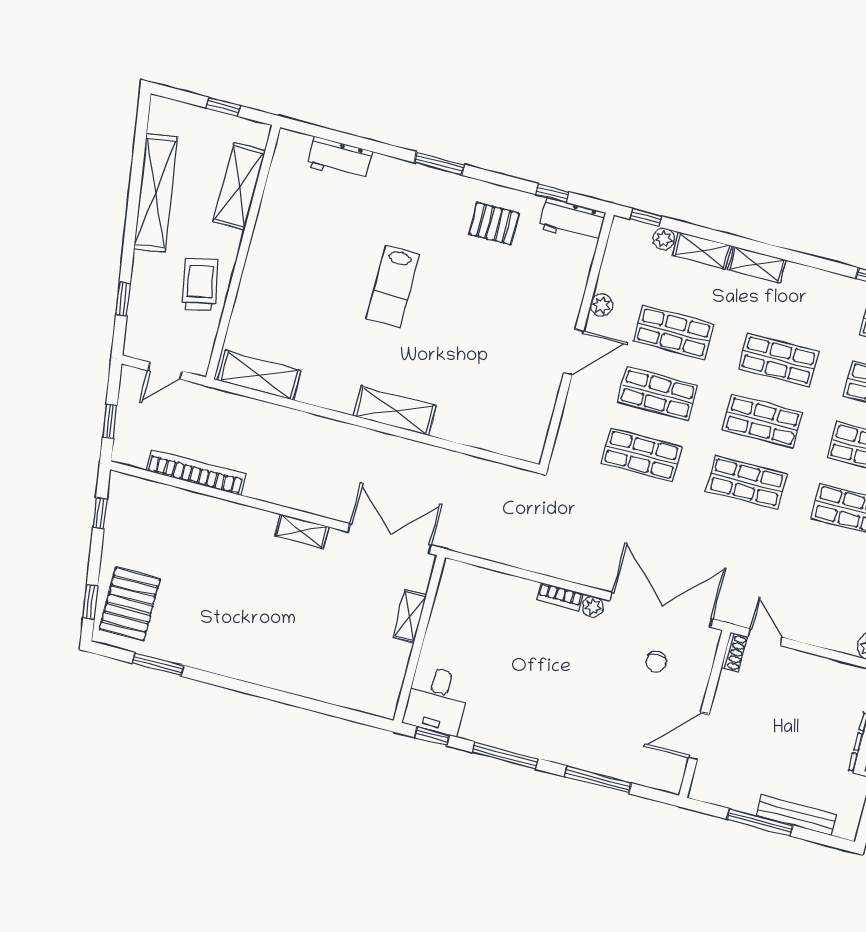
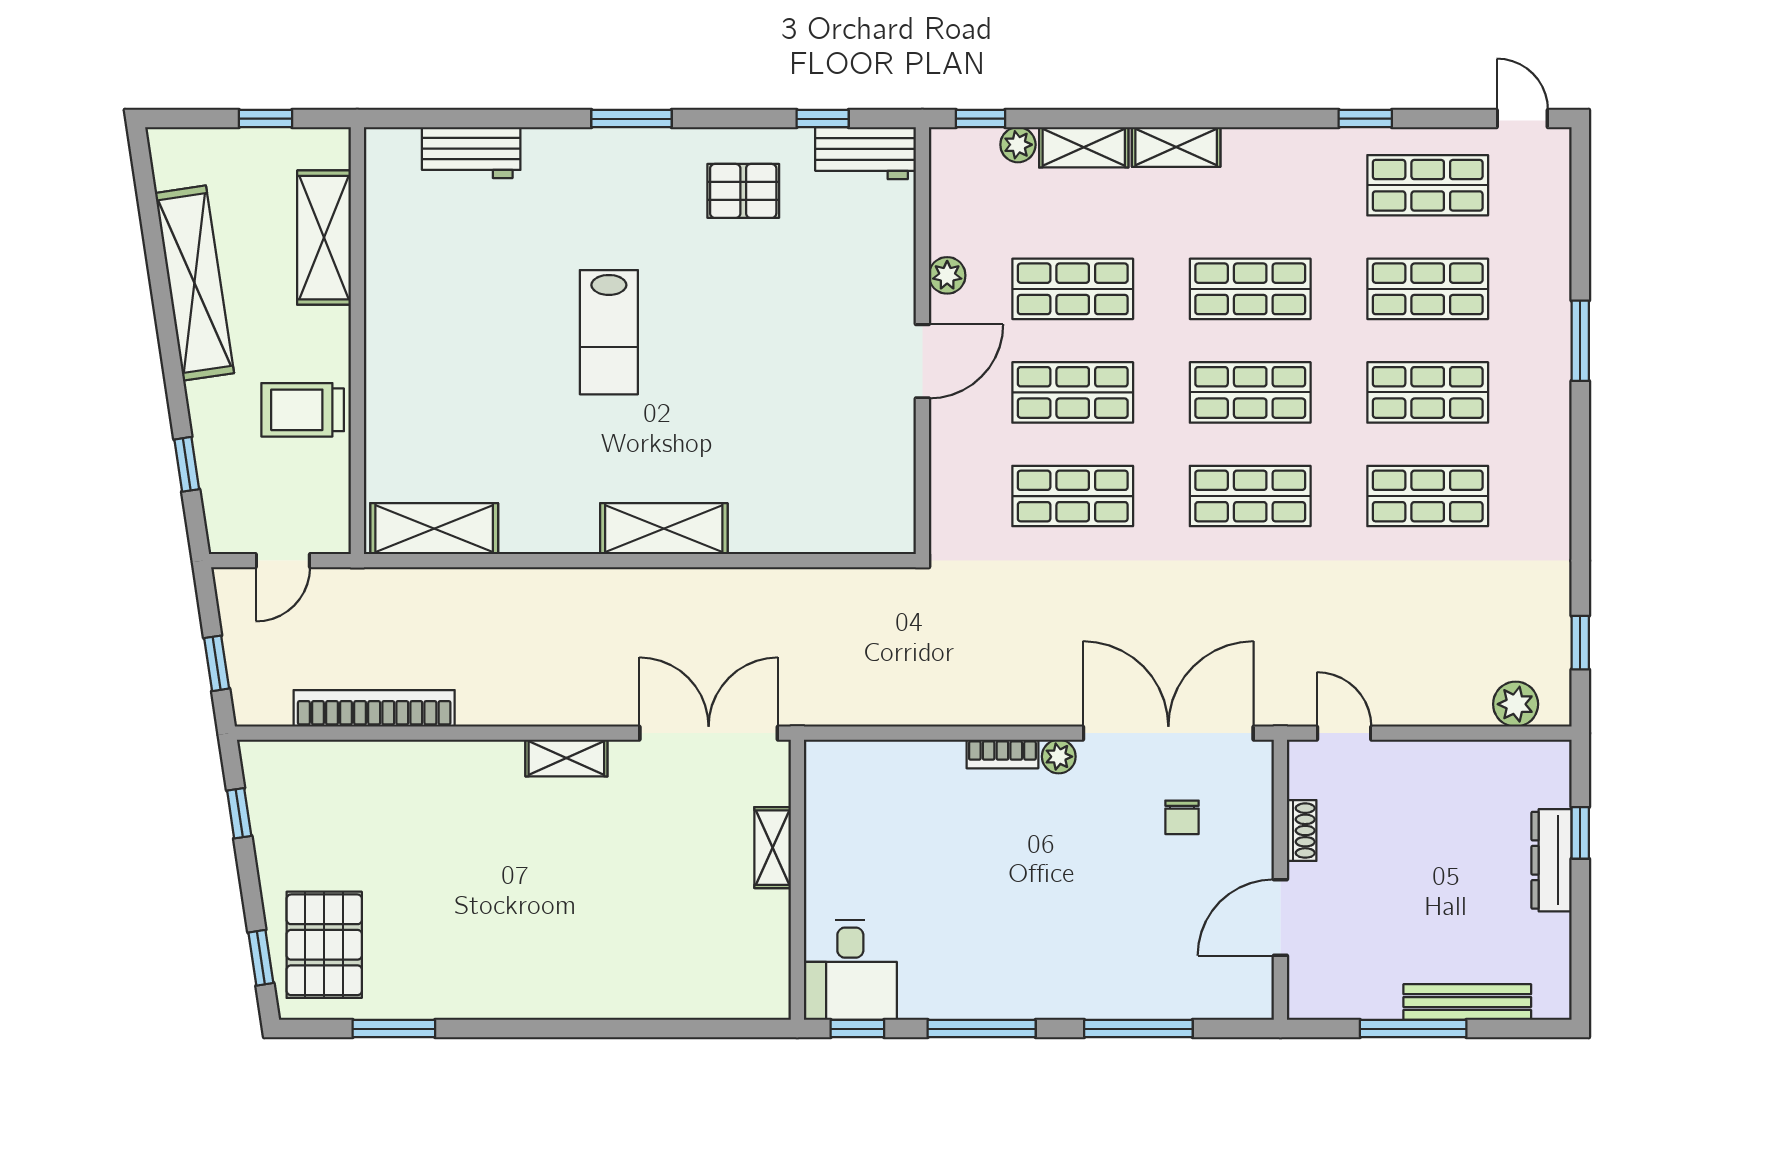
trolley: (200, 285) -> (303, 410), turned -79
shoe rack: (734, 652) -> (1302, 831), moved

